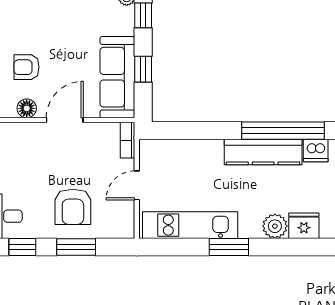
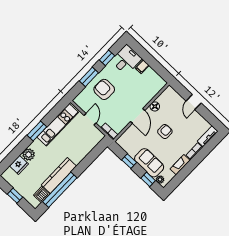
armchair: (27, 67) -> (165, 132), moved
sofa: (117, 77) -> (149, 163), moved, width x0.73

